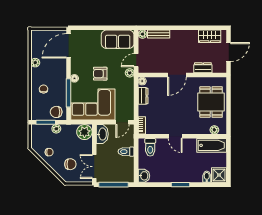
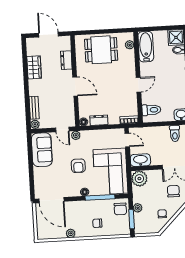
wardrobe: (210, 36) -> (34, 67), moved
toilet: (126, 152) -> (175, 134), moved

